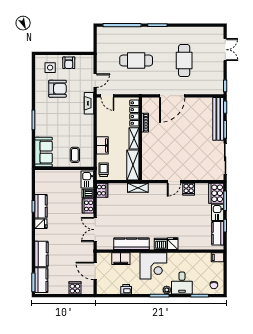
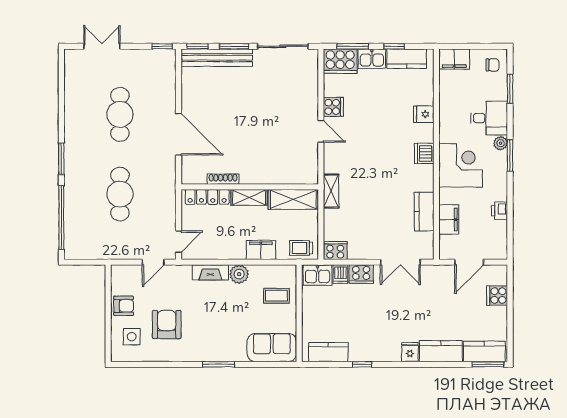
cafe table: (184, 61) -> (120, 114), turned 90
door: (95, 81) -> (153, 262), swing flipped
fireplace: (89, 103) -> (210, 272), moved
plant: (88, 132) -> (239, 274), added
kitchen counter: (41, 206) -> (328, 352), moved
fridge: (41, 224) -> (410, 352), moved
kitchen counter: (131, 244) -> (424, 212), width x0.67
fridge: (173, 244) -> (424, 114), moved
filing cabinet: (218, 257) -> (454, 59), width x2.00

